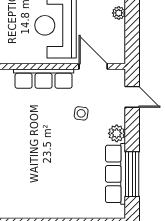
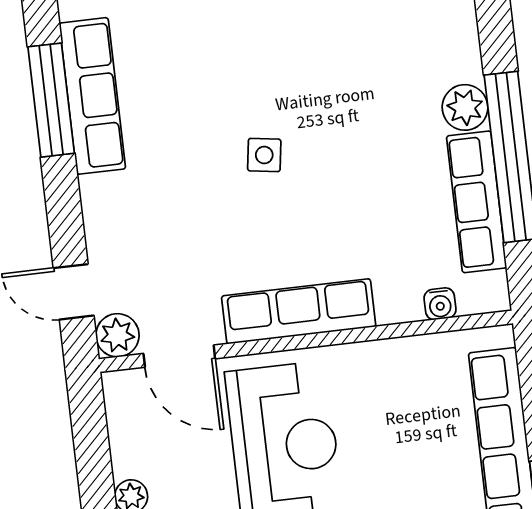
side table: (81, 113) -> (264, 155), moved
plant: (117, 133) -> (117, 335), moved

